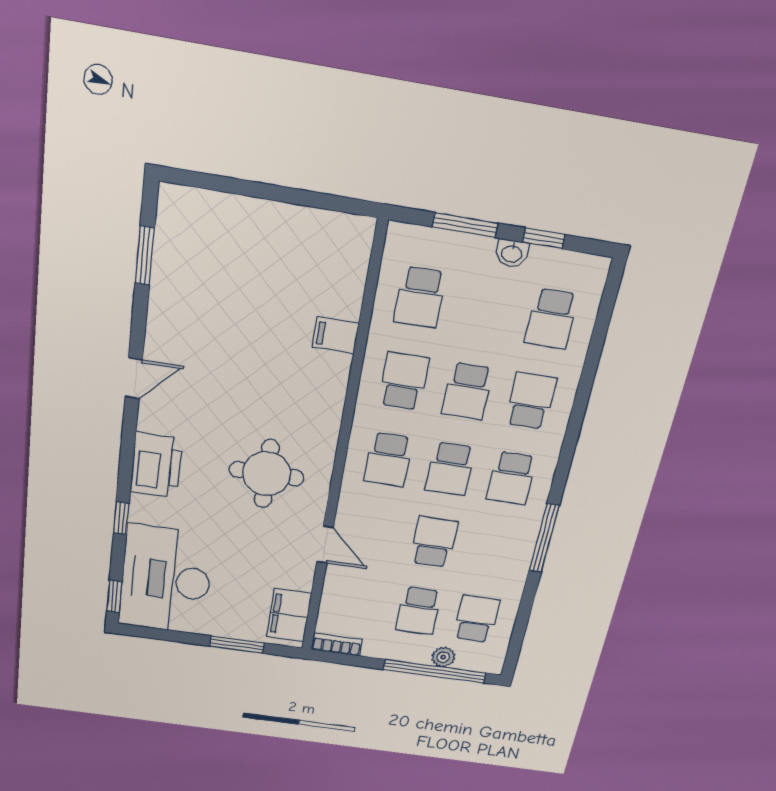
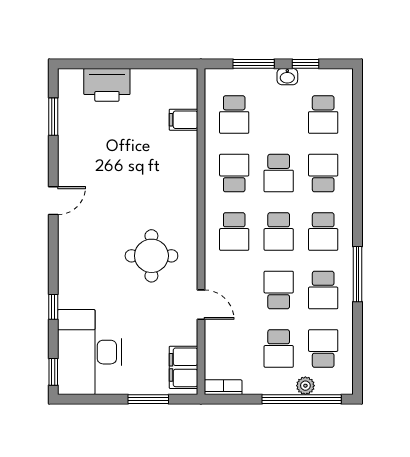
filing cabinet: (336, 335) -> (183, 120), moved
printer: (156, 465) -> (107, 85), moved, turned 90
school desk: (493, 551) -> (323, 290), added

